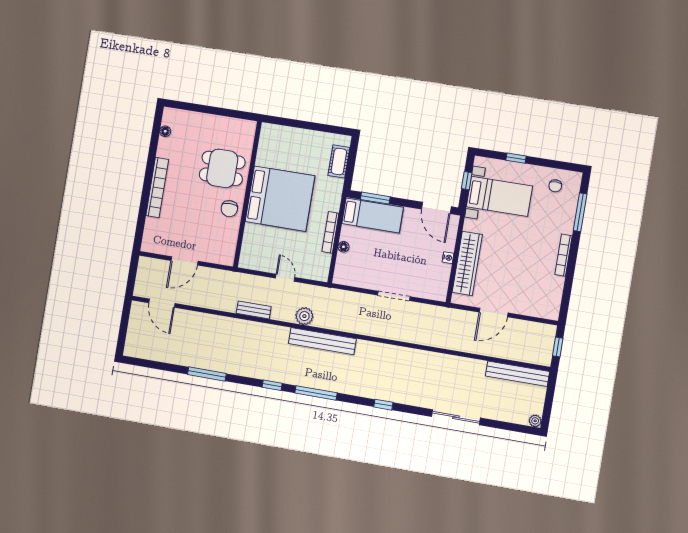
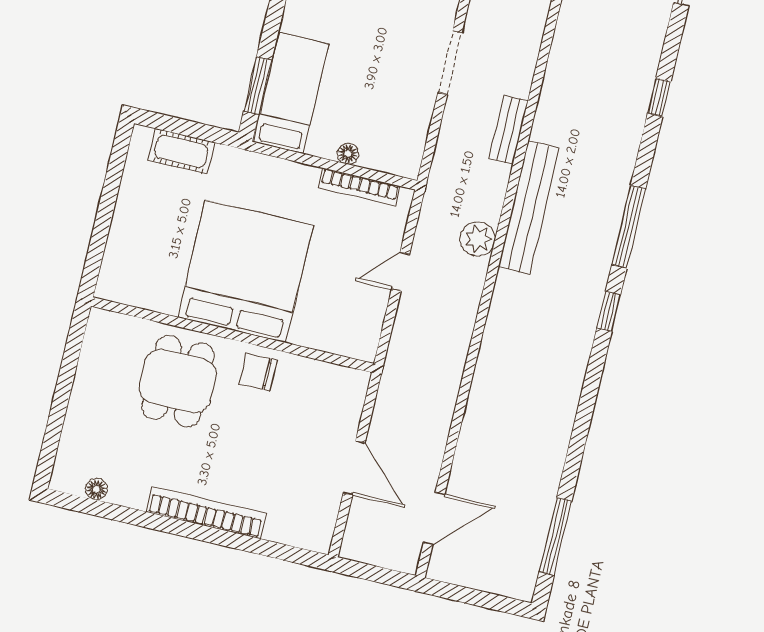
chair: (229, 209) -> (258, 372), turned 180
bookcase: (330, 232) -> (359, 187), moved
bench: (254, 310) -> (508, 130), moved
window: (207, 374) -> (555, 537), moved

